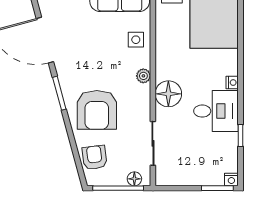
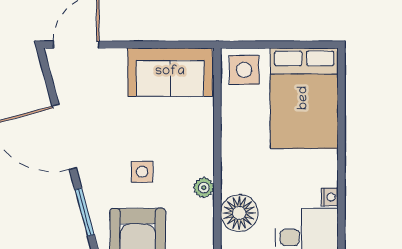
side table: (136, 40) -> (142, 172), moved

